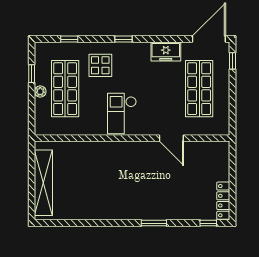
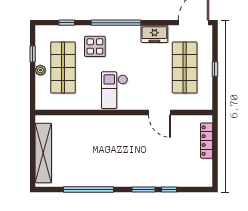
window: (124, 39) -> (116, 23), width x3.17
window: (233, 61) -> (215, 69), moved
locker: (223, 201) -> (207, 141), moved
window: (93, 223) -> (88, 190), added
window: (208, 223) -> (169, 190), moved

